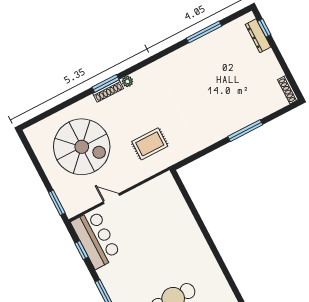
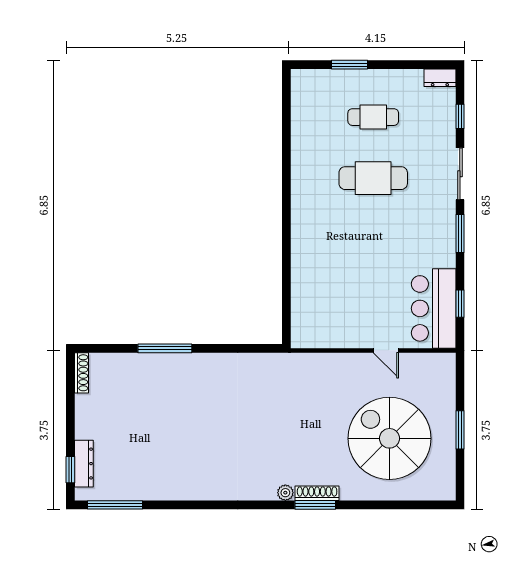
window: (204, 32) -> (115, 505), moved
rug: (150, 144) -> (299, 396), removed
window: (57, 203) -> (460, 430), moved

